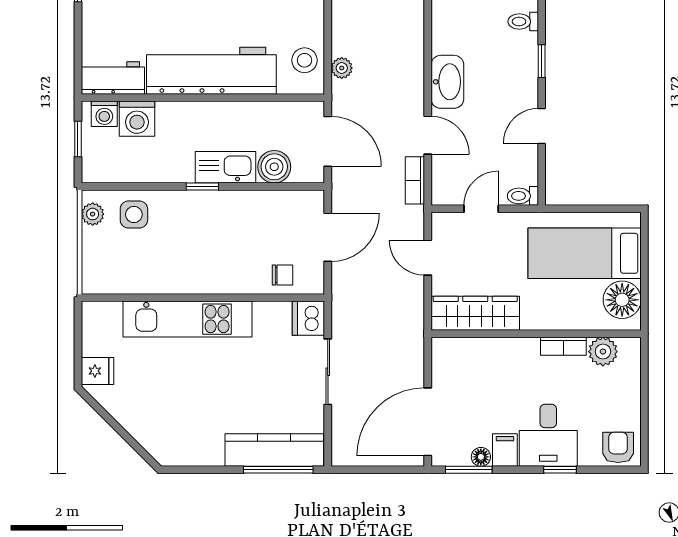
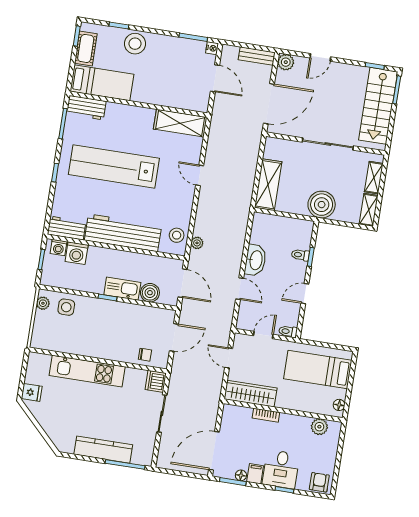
toilet: (523, 21) -> (300, 255), moved
bookcase: (415, 180) -> (228, 313), removed
floor lamp: (622, 300) -> (339, 405), width x0.53, depth x0.53
bookcase: (563, 346) -> (266, 415), moved
kitchen counter: (274, 450) -> (103, 450), moved

